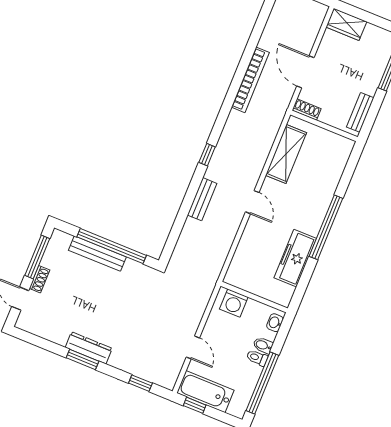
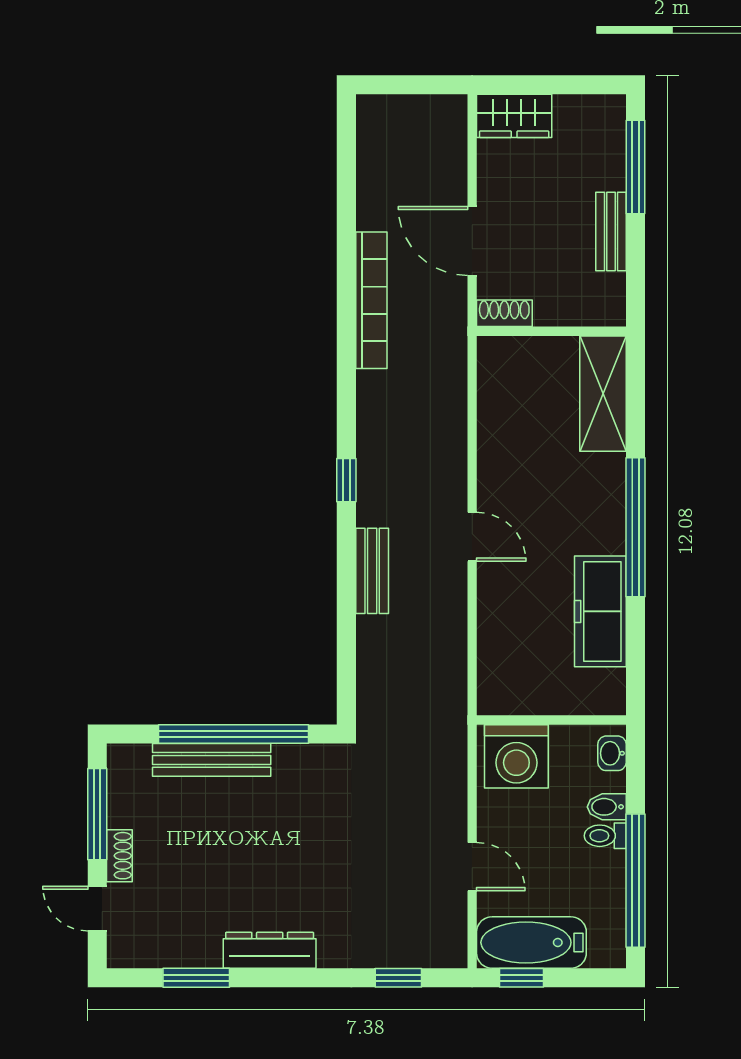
bench: (360, 112) -> (611, 232), moved
shelving: (286, 154) -> (603, 394), moved
washing machine: (234, 303) -> (516, 756), width x1.37, depth x1.37
window: (82, 360) -> (196, 978), moved

